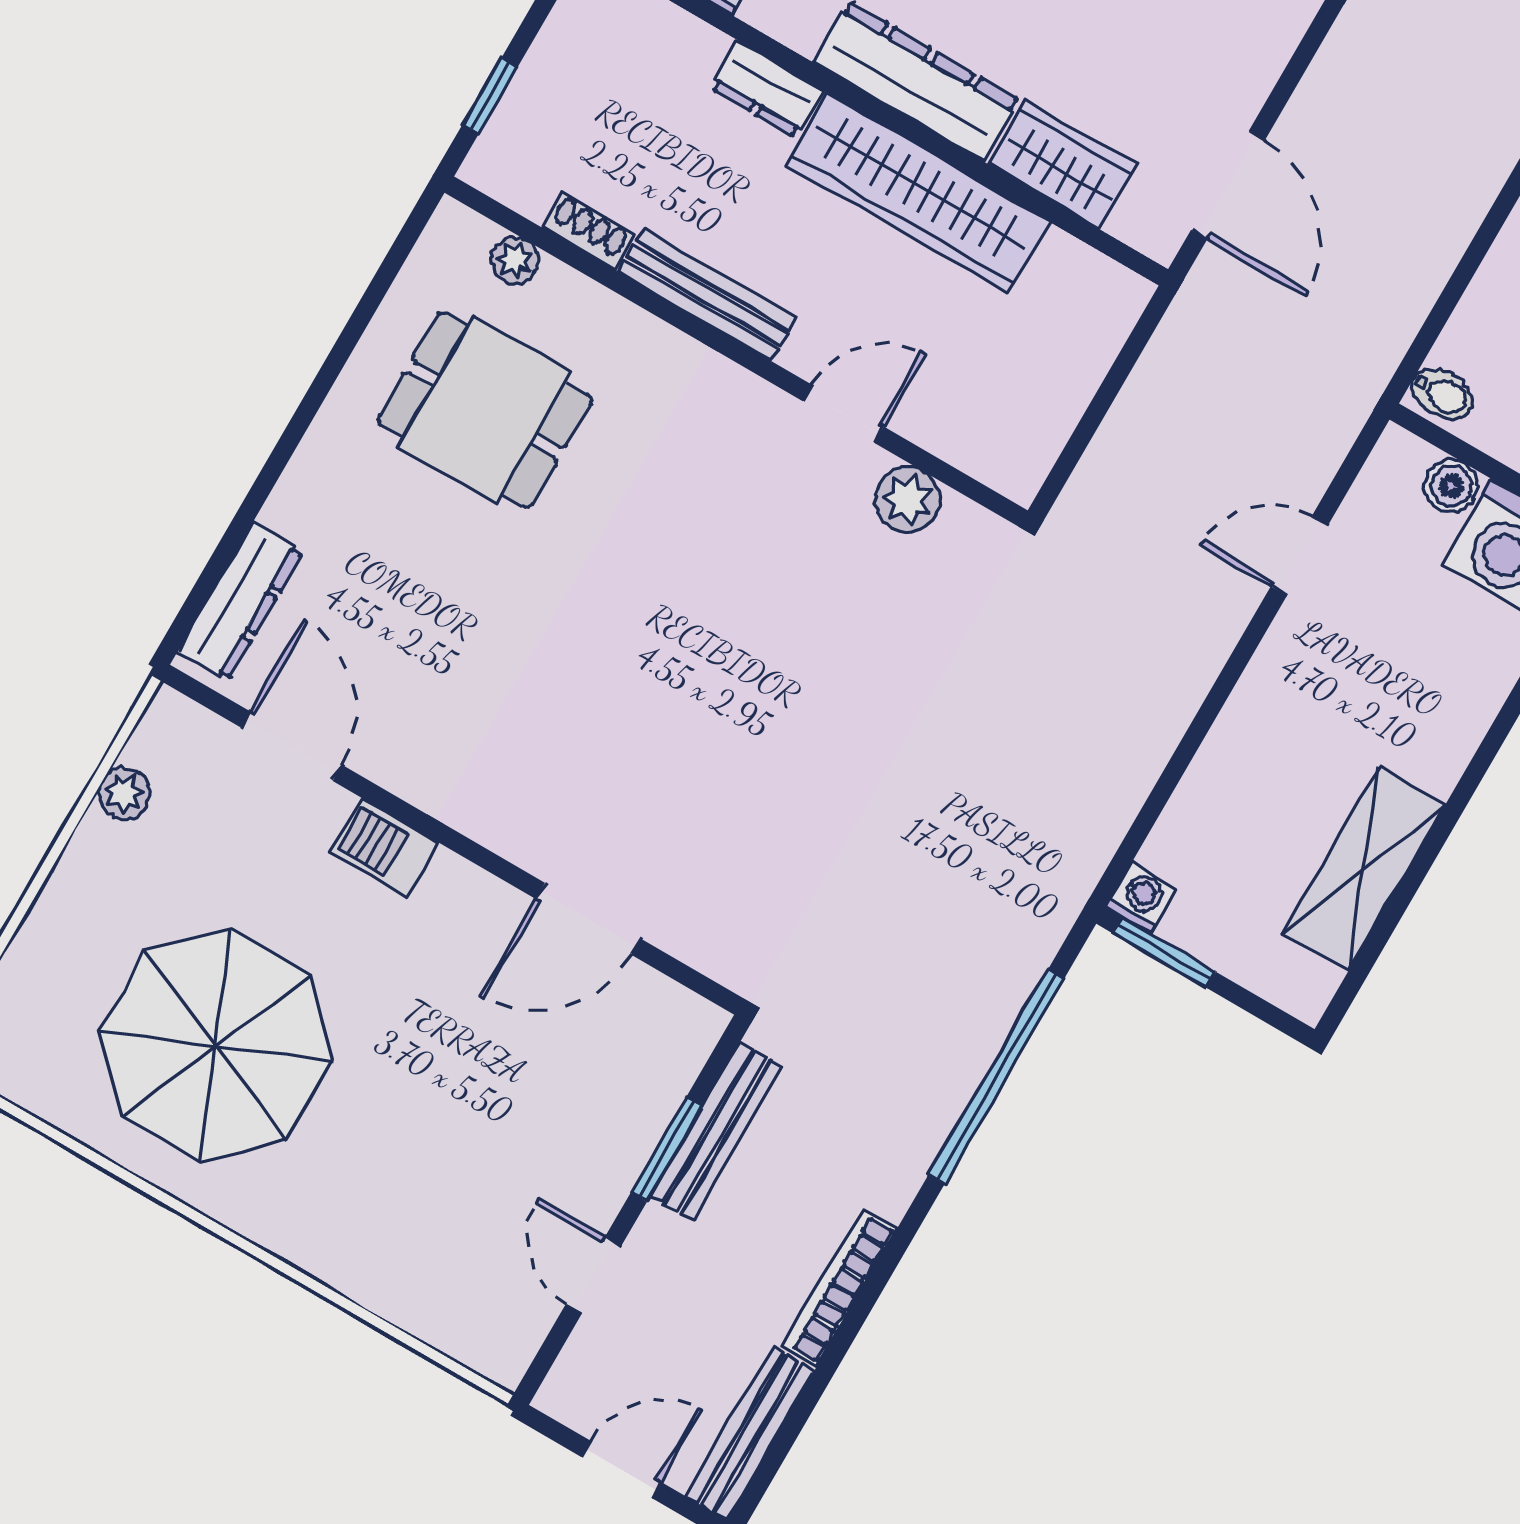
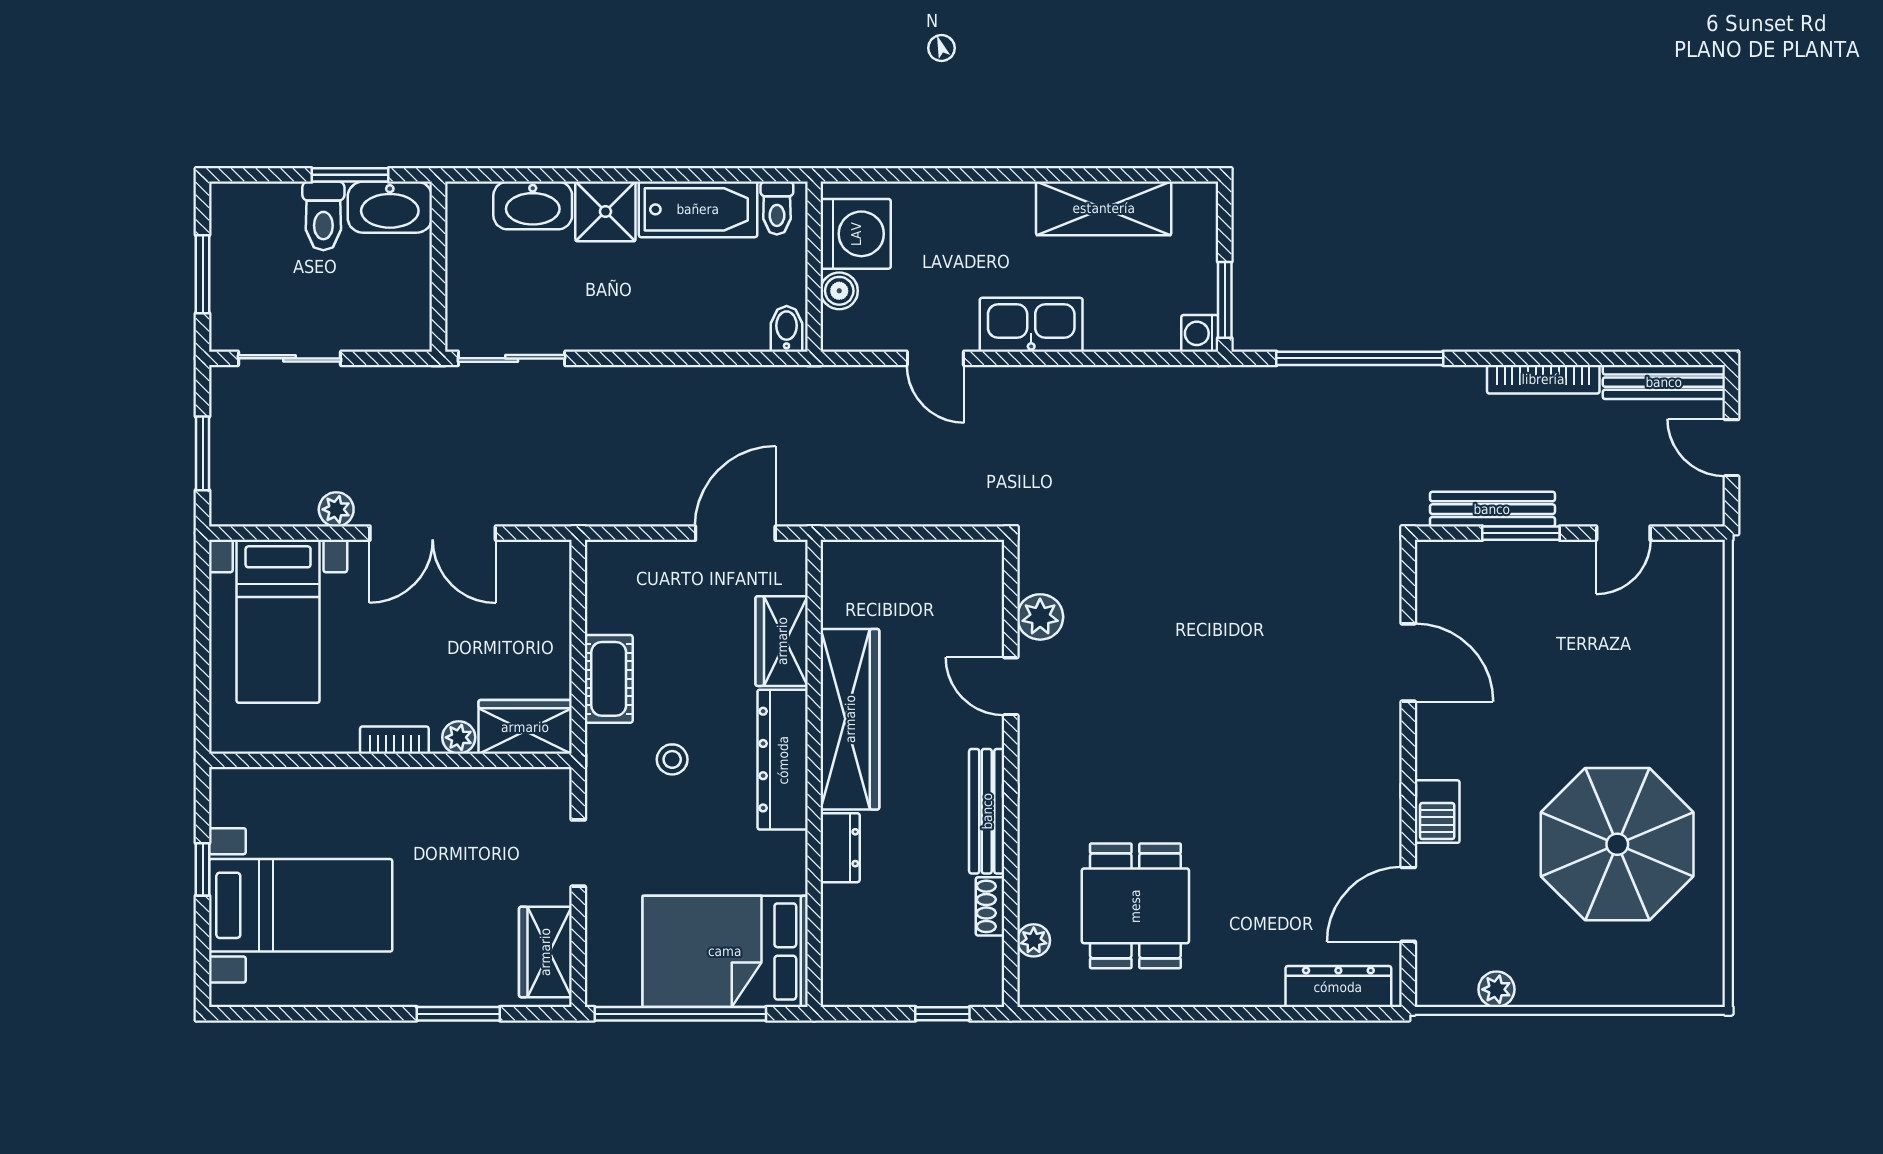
kitchen sink: (1272, 697) -> (1031, 325), added

